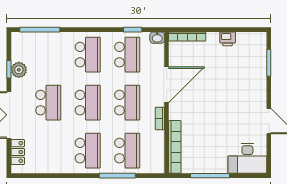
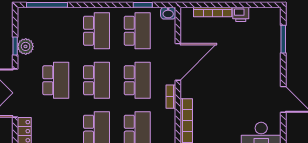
bookcase: (187, 36) -> (213, 12), moved

